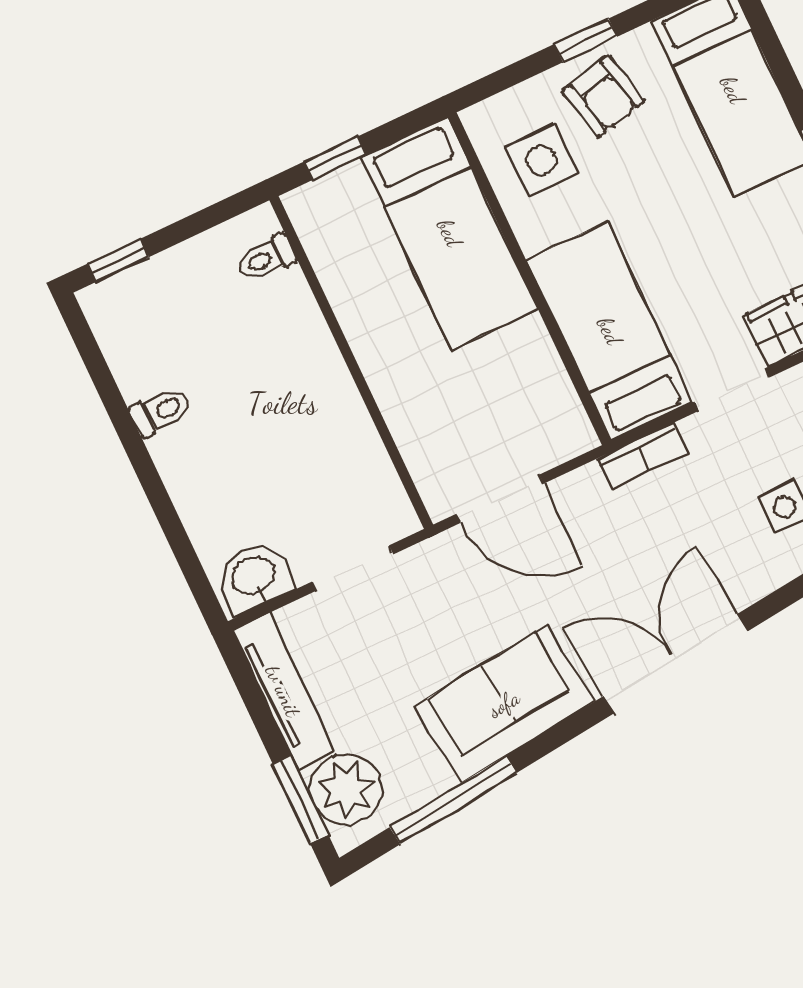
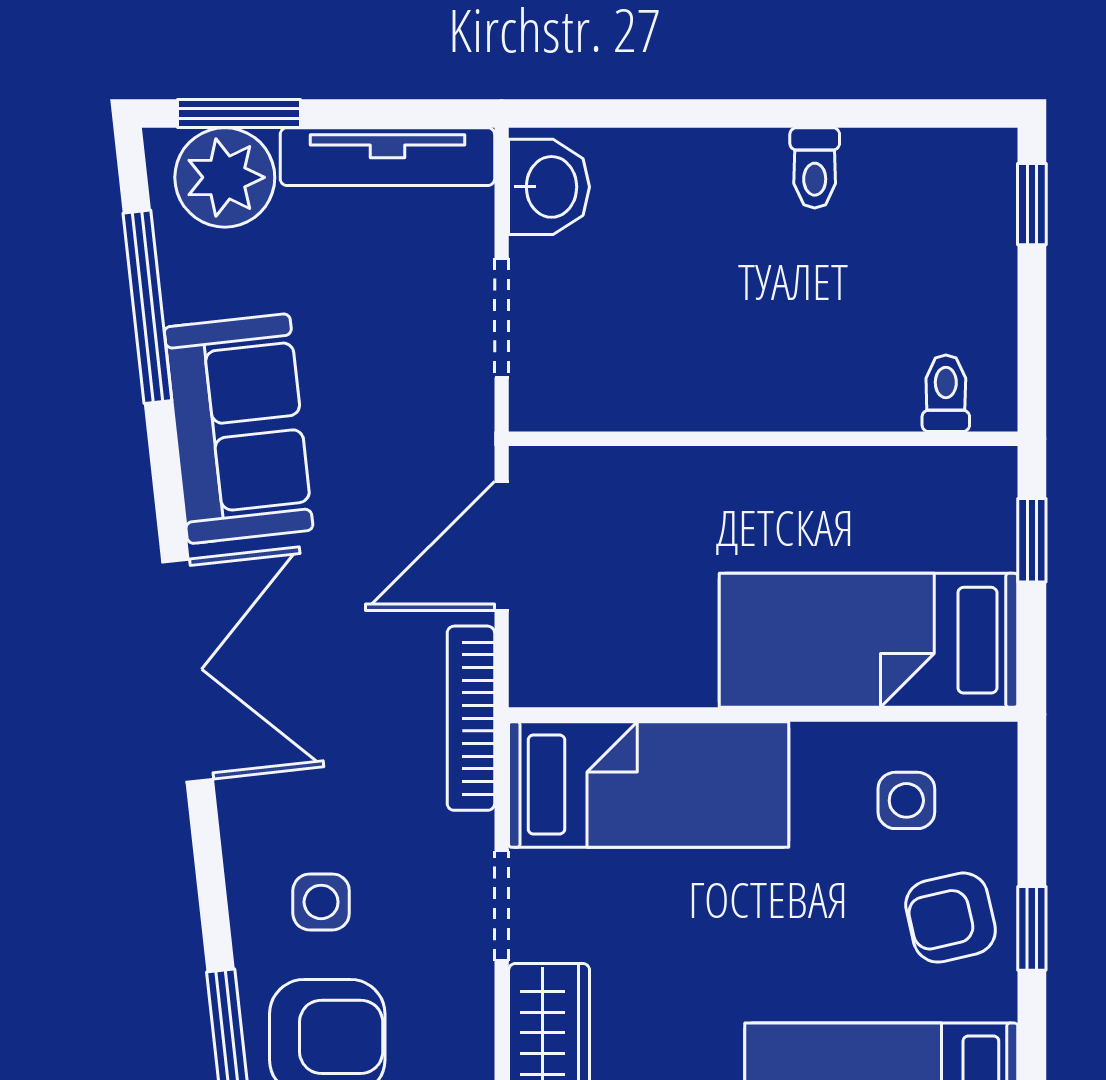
side table: (541, 160) -> (906, 800), width x0.73, depth x0.73
bookcase: (642, 456) -> (471, 718), width x1.56

